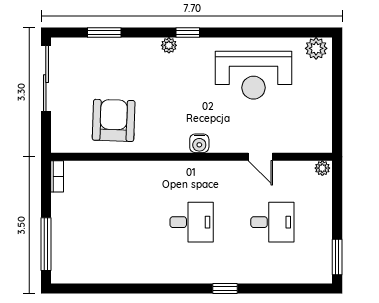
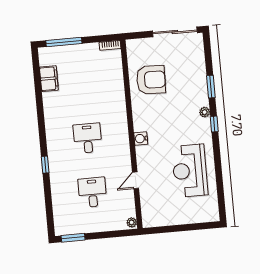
window: (104, 33) -> (211, 87), moved
plant: (316, 48) -> (211, 211), removed
desk: (192, 222) -> (88, 138), turned 180
desk: (272, 222) -> (92, 192), turned 180
filing cabinet: (98, 271) -> (49, 79), added

